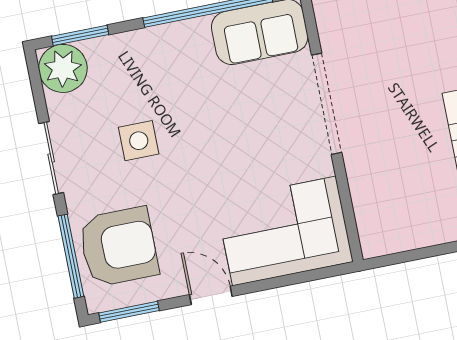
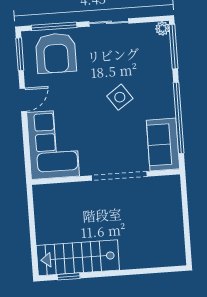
window: (80, 35) -> (174, 47), width x1.44
plant: (63, 68) -> (162, 28), width x0.53, depth x0.53
side table: (139, 141) -> (120, 97), moved, turned -35

